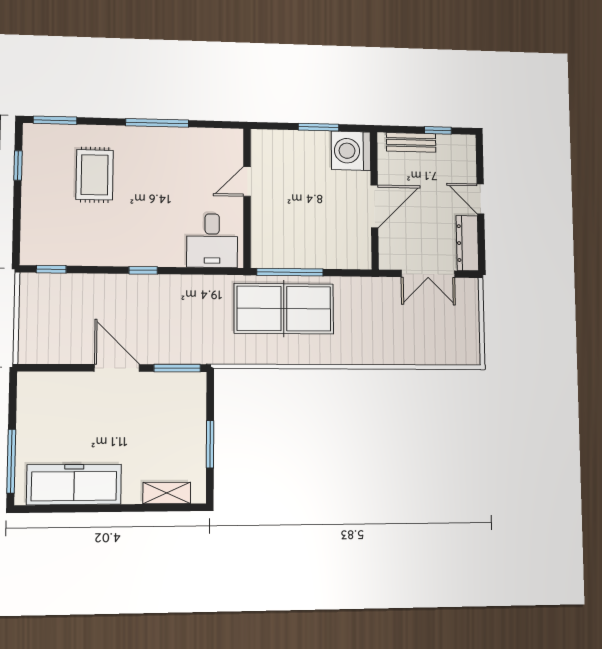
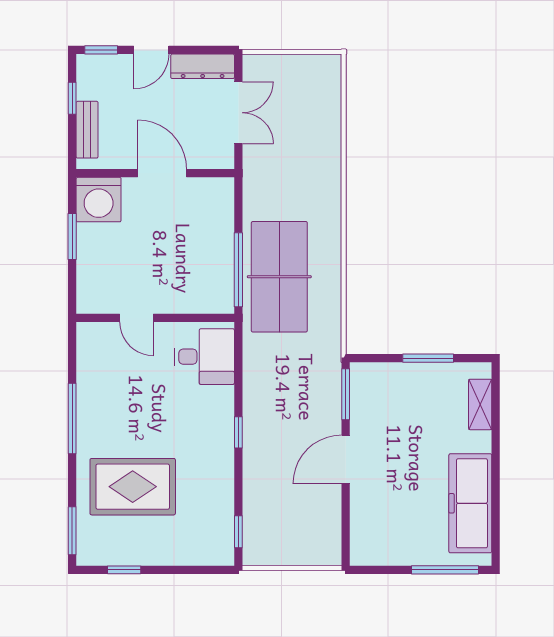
window: (479, 156) -> (101, 50), added
rug: (95, 175) -> (133, 487), width x1.36, depth x1.43

